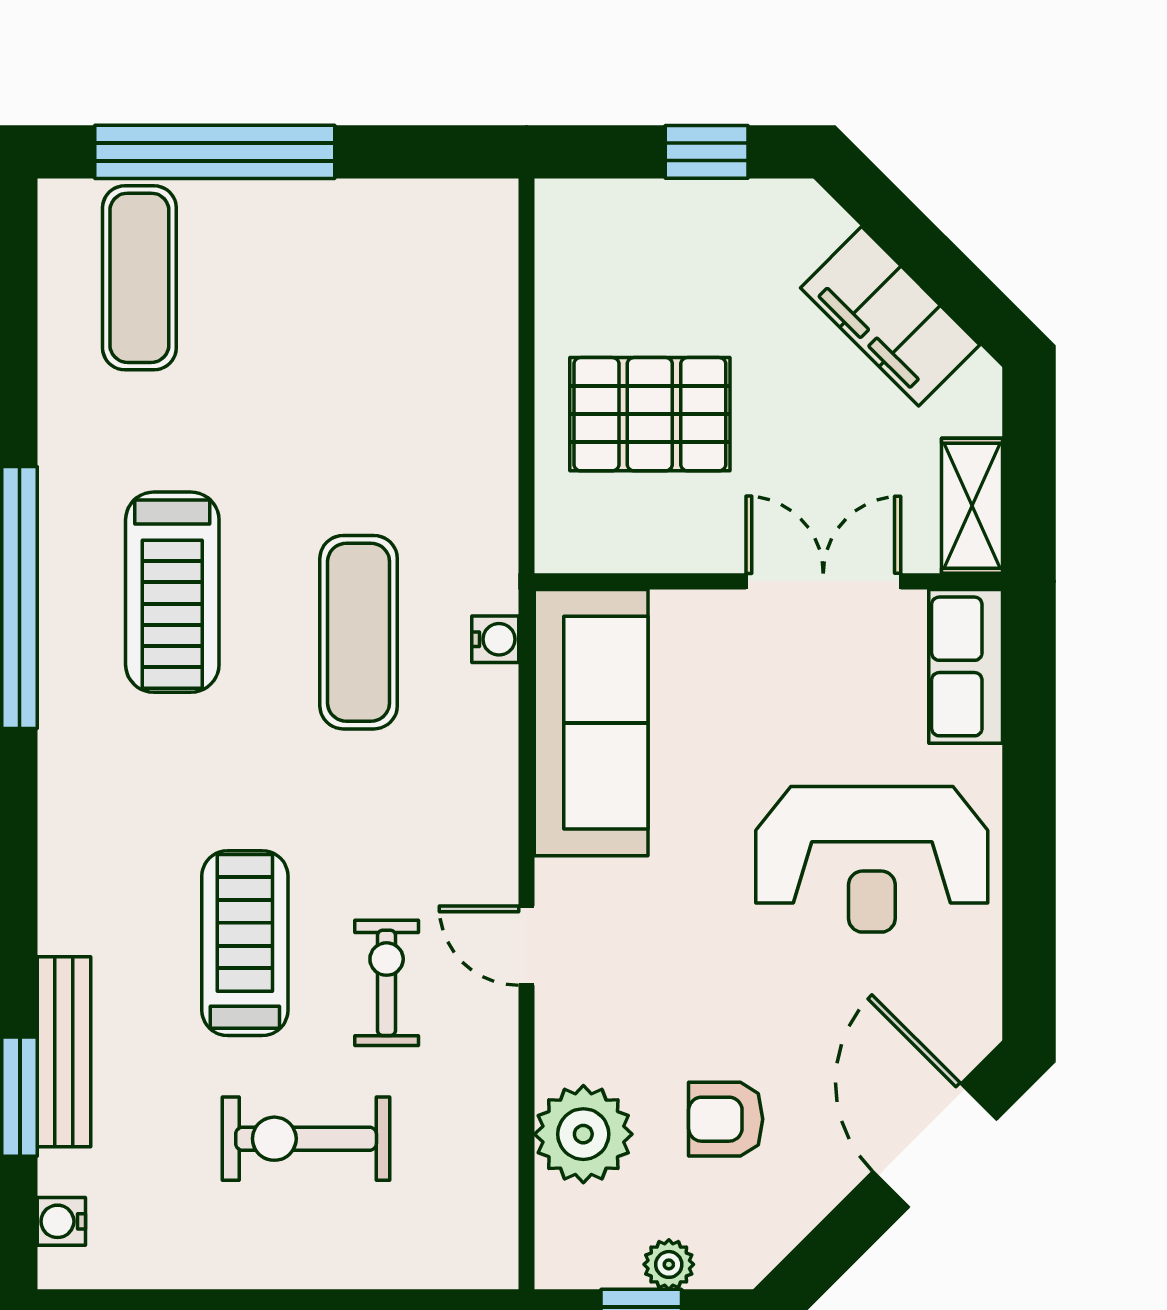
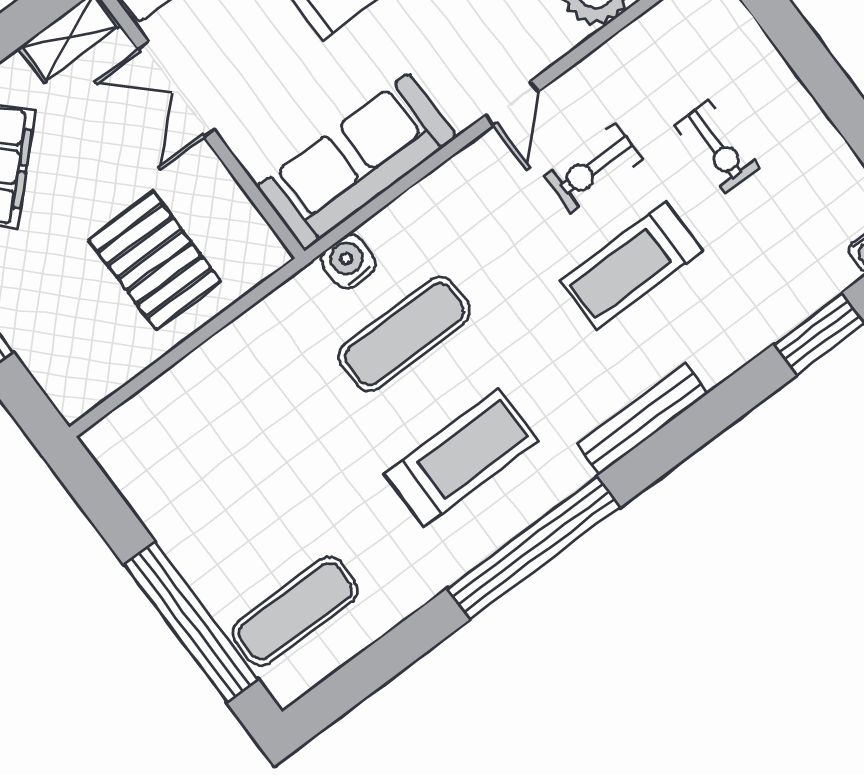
water cooler: (495, 639) -> (349, 261), width x1.38, depth x1.38
bench: (64, 1052) -> (643, 419), moved
exercise bike: (306, 1139) -> (717, 147), width x0.73, depth x0.72

